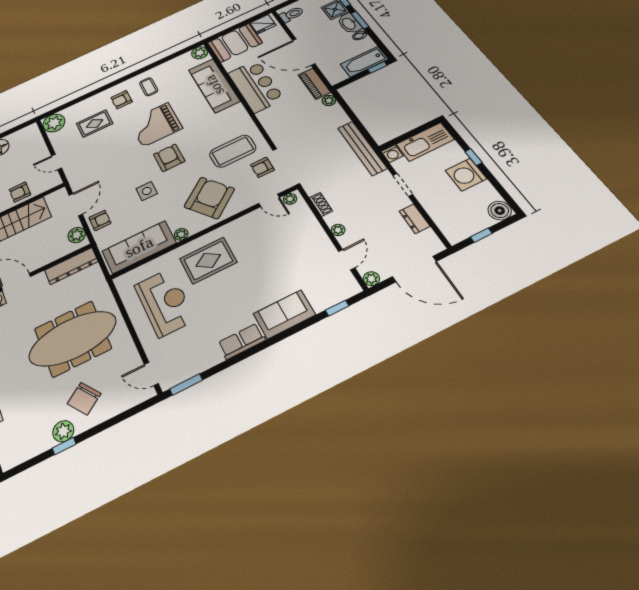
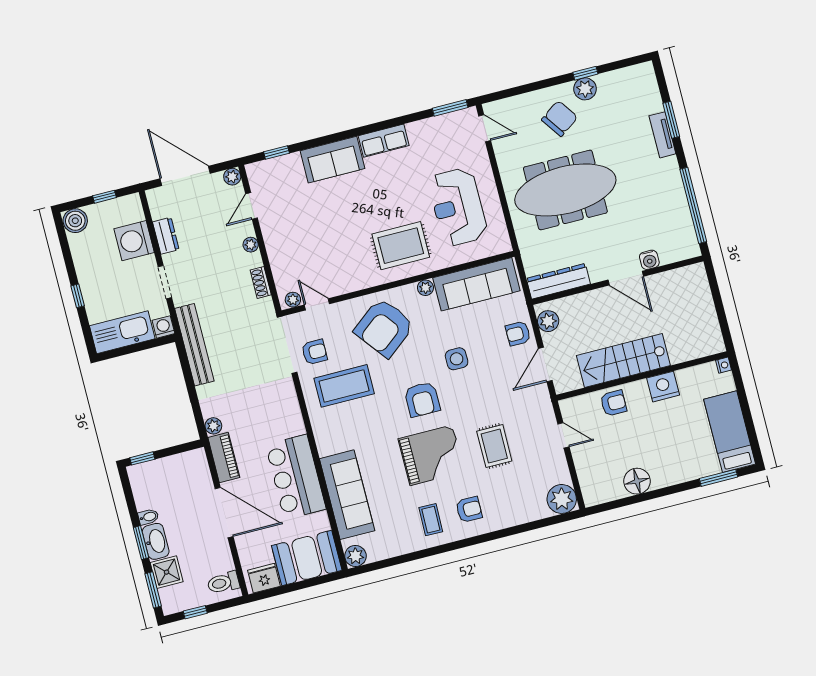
bathtub: (364, 62) -> (155, 472), removed
rug: (95, 124) -> (494, 446), moved, turned 90
washing machine: (466, 175) -> (134, 241), moved, turned 180

